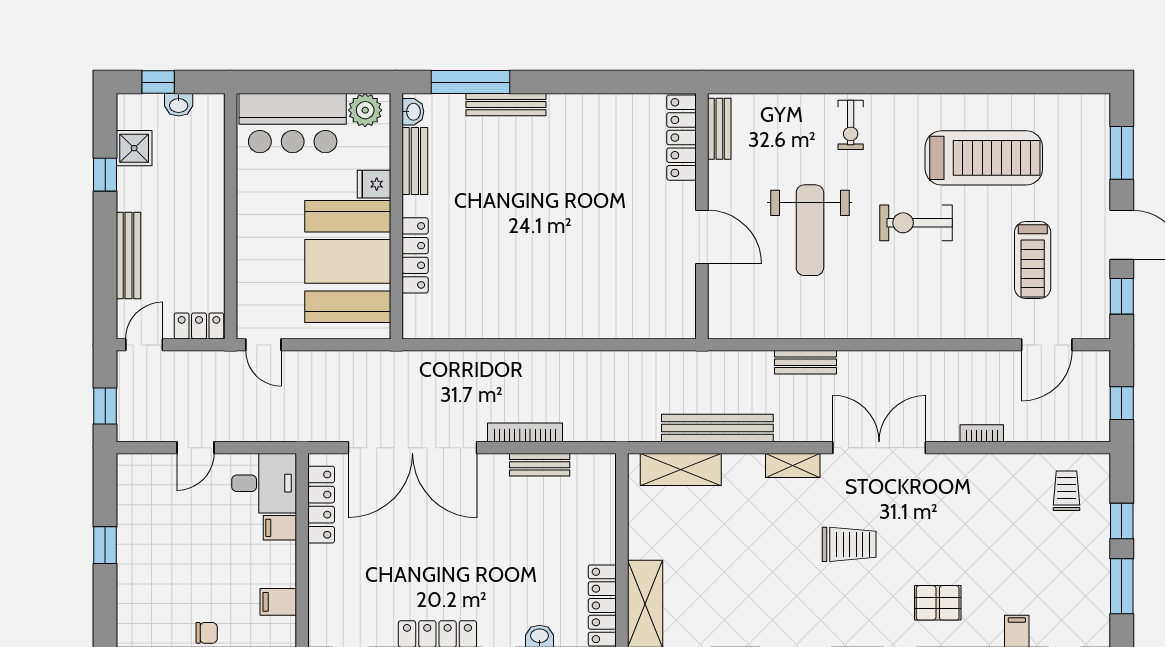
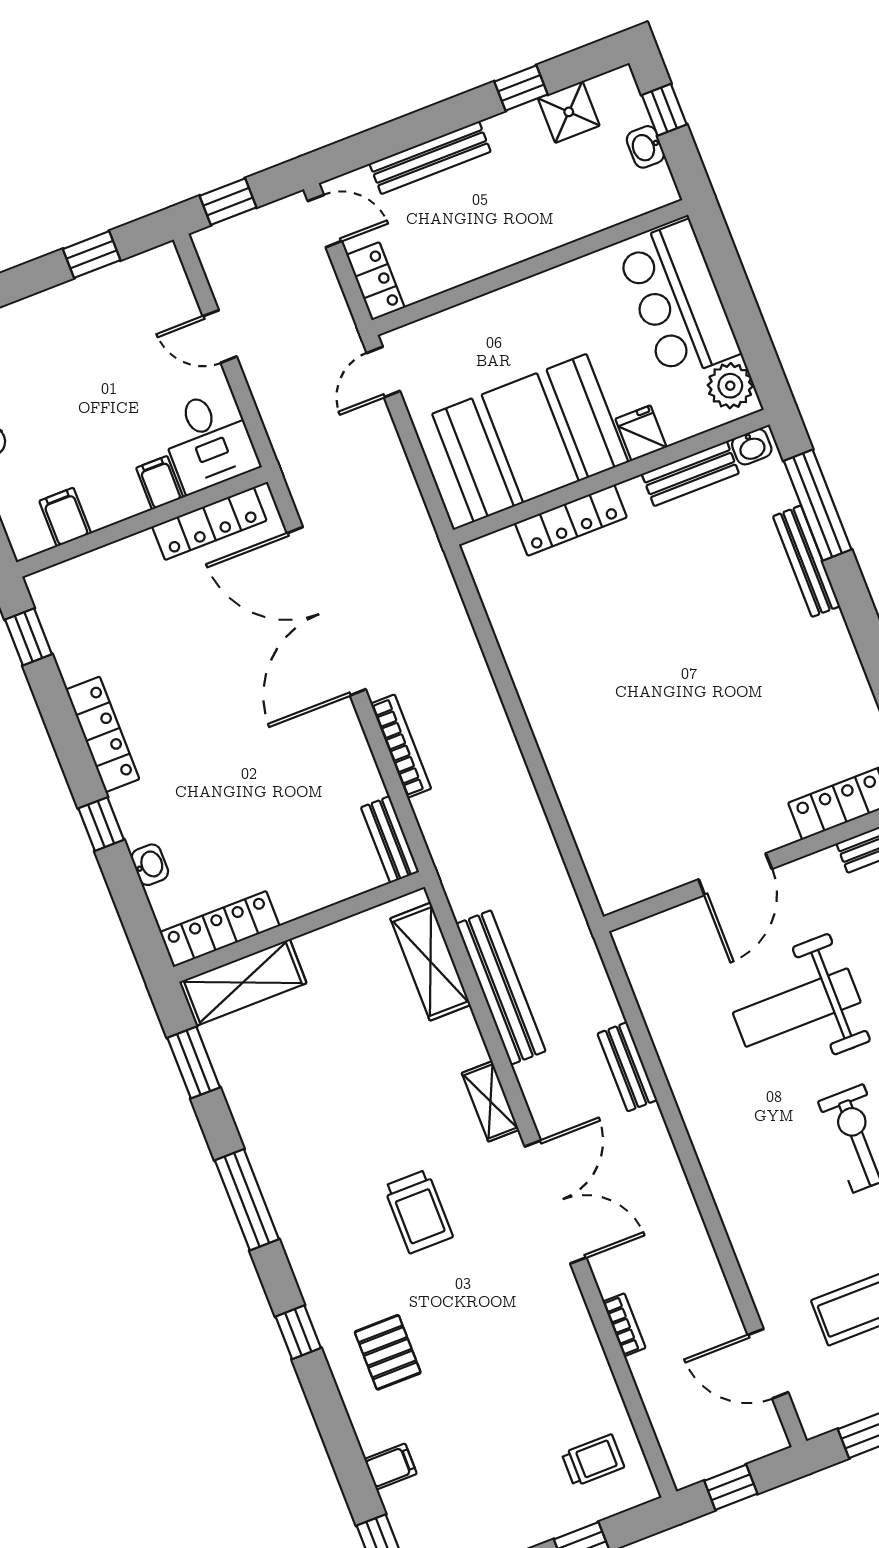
bench: (540, 465) -> (390, 840), moved
window: (105, 545) -> (92, 255), moved

